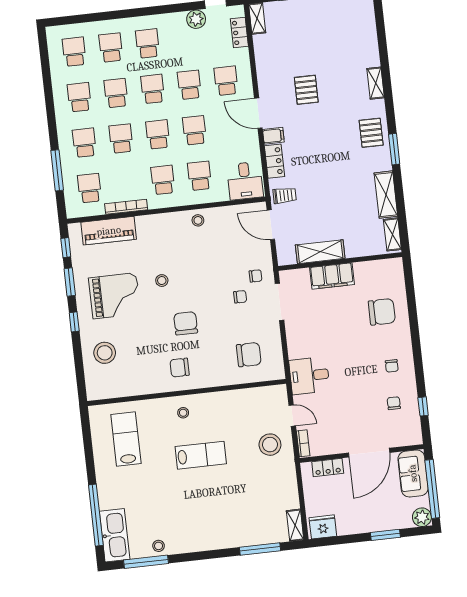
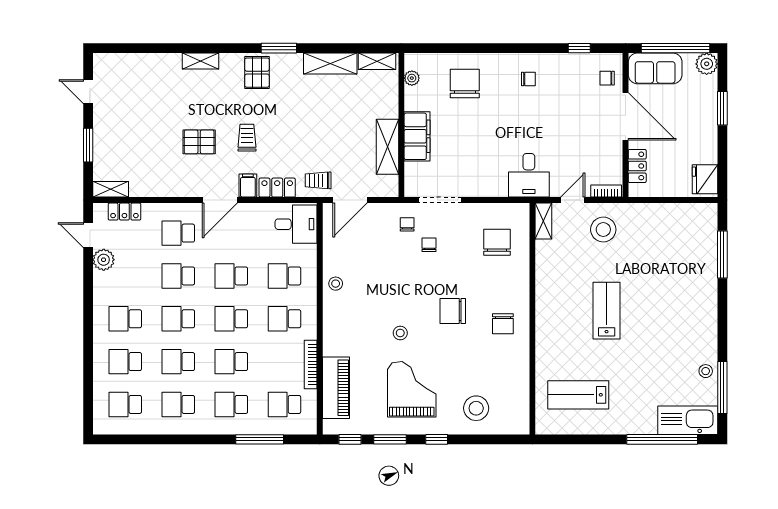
trolley: (315, 130) -> (247, 138), added
pallet: (371, 133) -> (257, 73), turned 90
trolley: (285, 195) -> (318, 180), turned -90
plant: (381, 266) -> (412, 78), added
chair: (394, 403) -> (607, 78), moved
stool: (183, 413) -> (555, 325), removed
shelving: (295, 525) -> (543, 221), moved, turned 90

